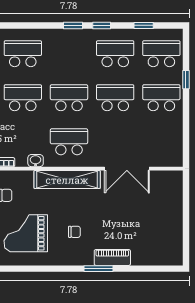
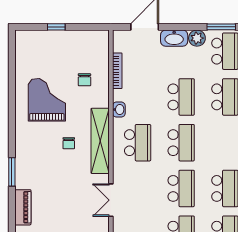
double door: (127, 169) -> (111, 200), width x0.73
chair: (74, 232) -> (69, 143), moved
piano: (112, 258) -> (23, 207), moved

